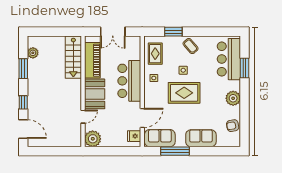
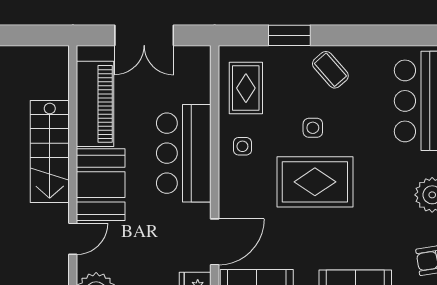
stairs: (73, 57) -> (50, 151), moved

